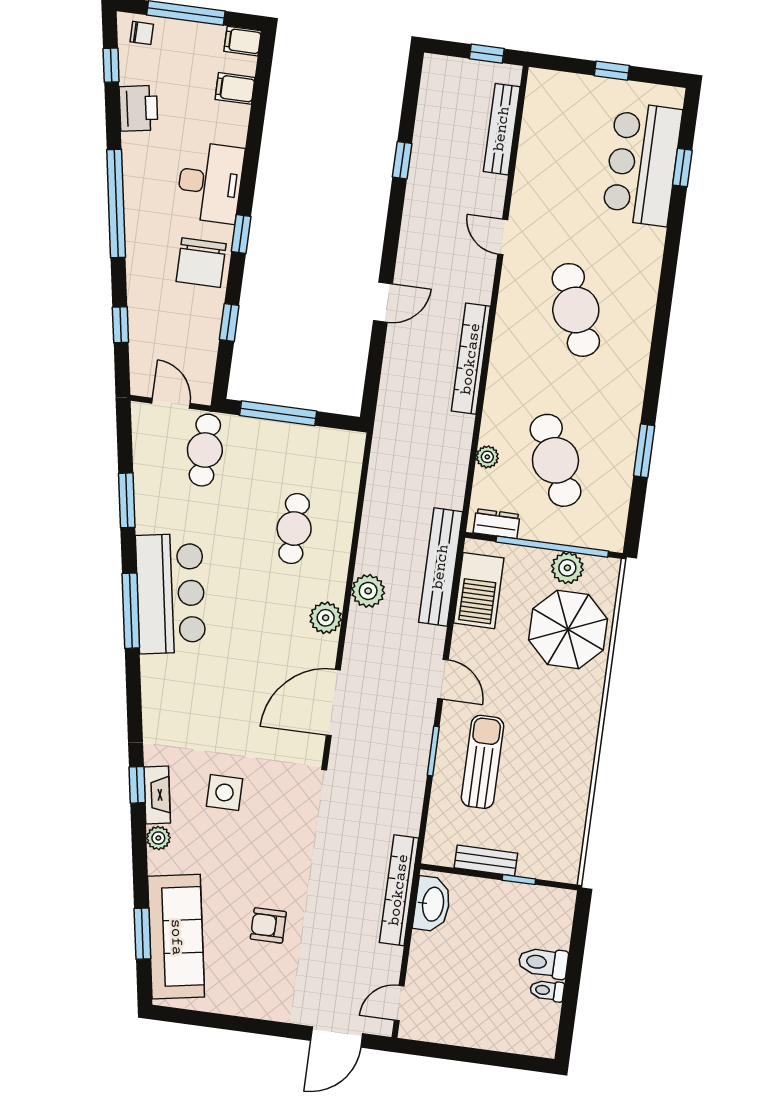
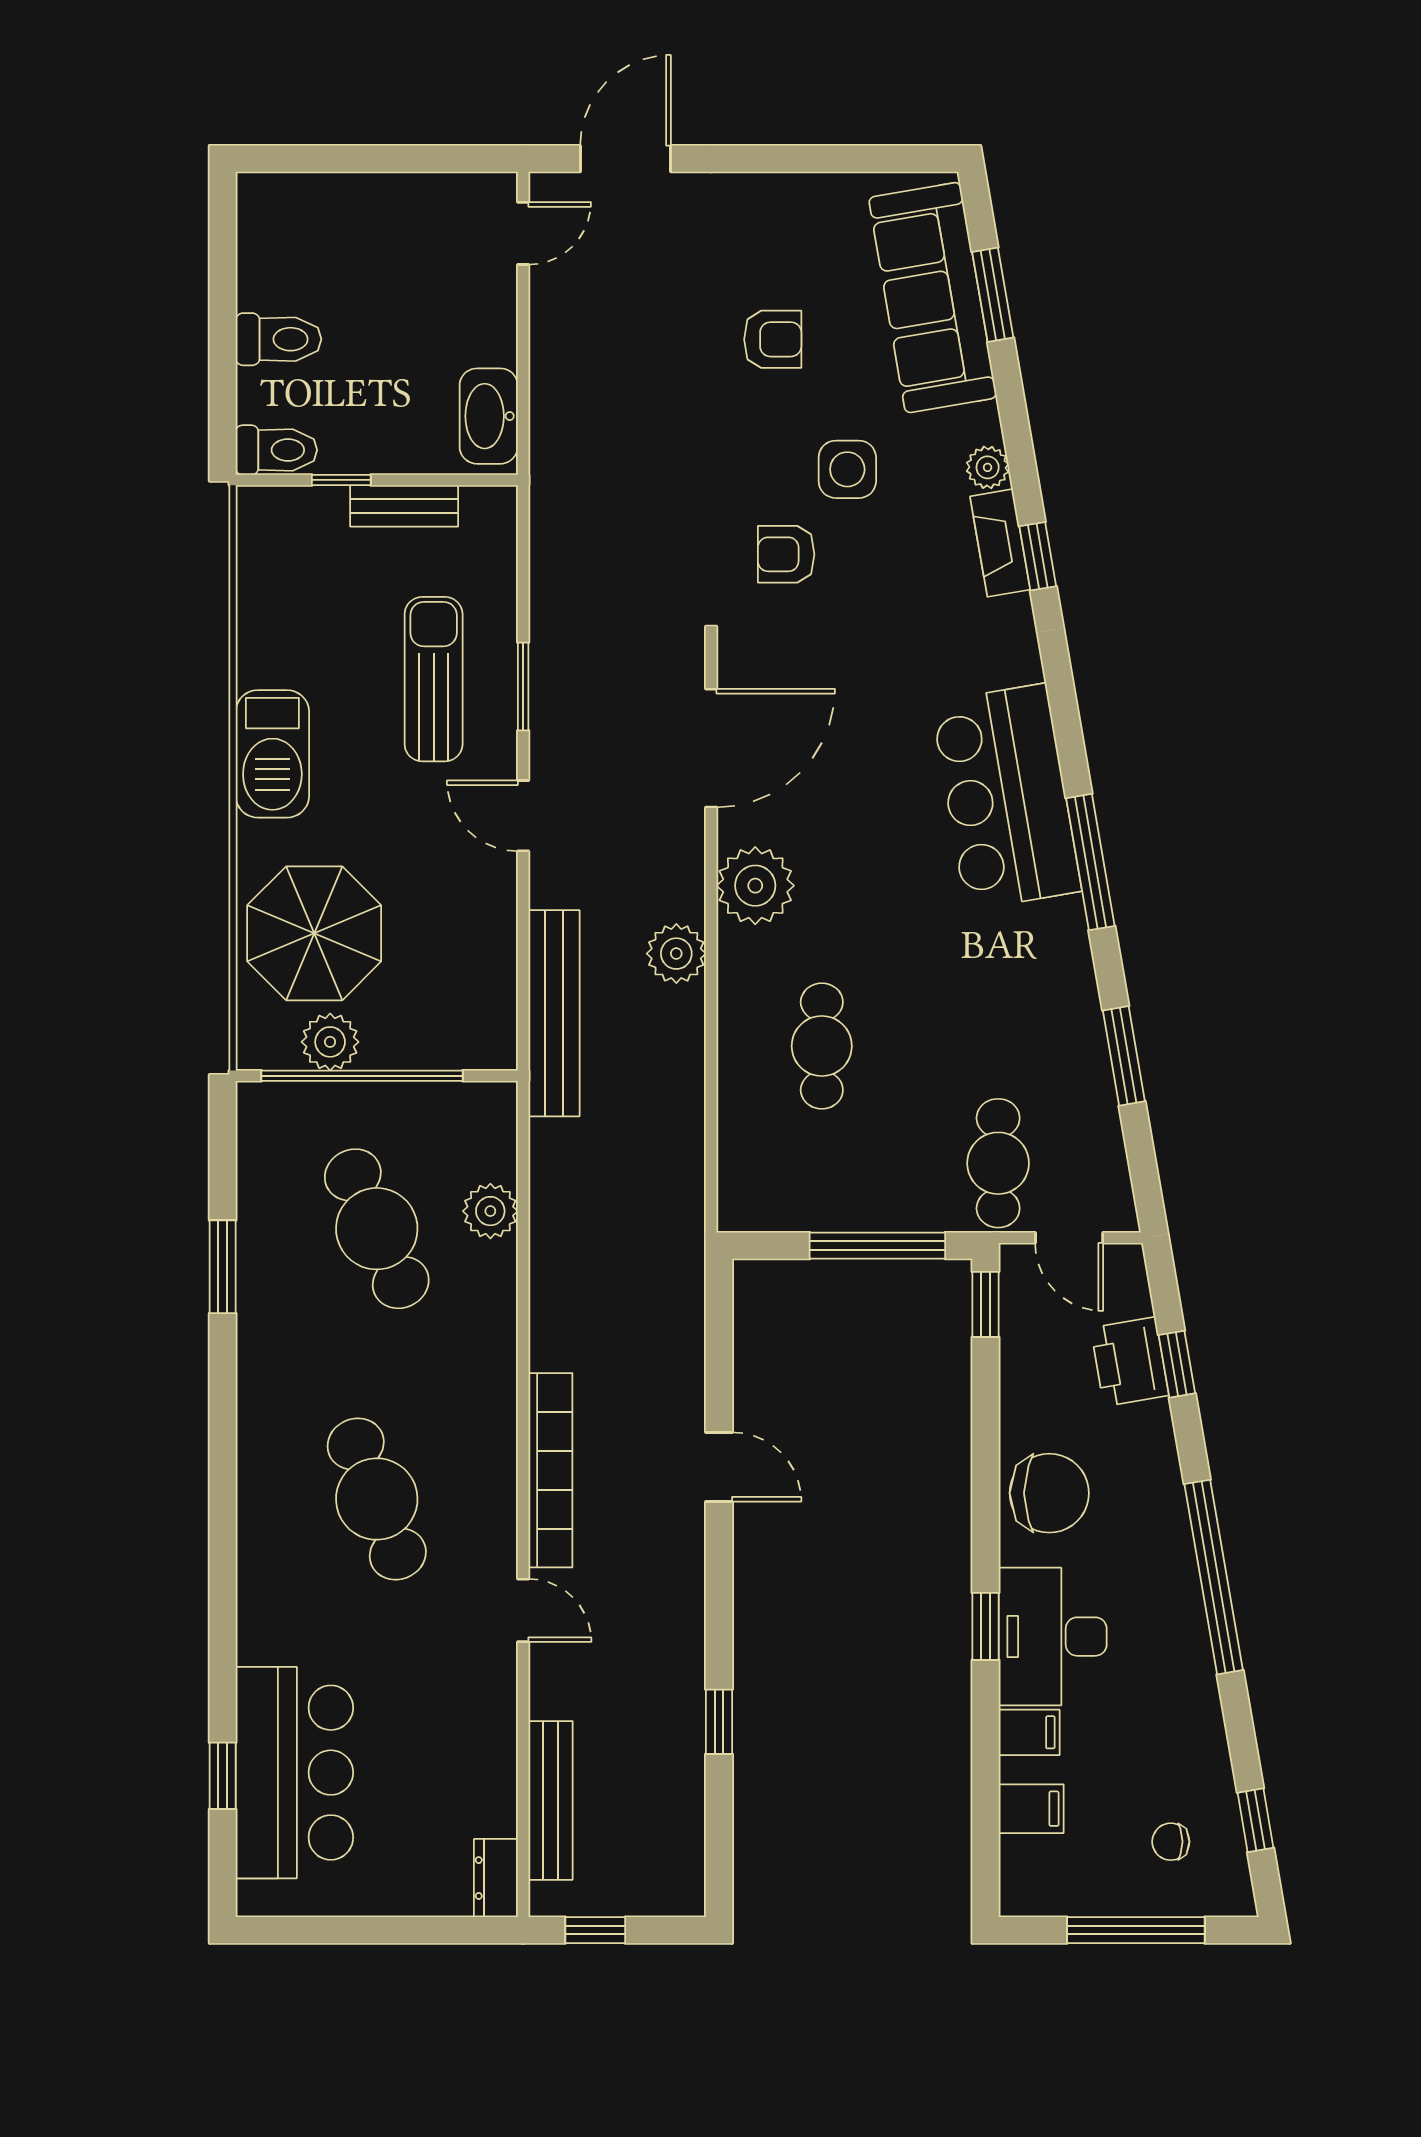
chair: (142, 33) -> (1171, 1842), moved
filing cabinet: (243, 41) -> (1029, 1732), moved
window: (612, 71) -> (370, 1930), removed
printer: (138, 108) -> (1130, 1362), moved
window: (241, 234) -> (986, 1626), moved
chair: (201, 263) -> (1049, 1493), turned 90
door: (383, 302) -> (719, 1467), swing flipped
window: (229, 323) -> (986, 1304), moved
bookcase: (471, 359) -> (550, 1470), moved
plant: (487, 457) -> (490, 1211), width x1.38, depth x1.38
dresser: (497, 524) -> (496, 1878), moved, turned 90
barbecue: (479, 591) -> (272, 754), moved, turned 180
bar counter: (171, 594) -> (1006, 797), moved
plant: (326, 618) -> (755, 886), width x1.36, depth x1.36
sun lounger: (482, 762) -> (434, 679), turned 180
side table: (224, 792) -> (847, 469), moved
armchair: (277, 805) -> (786, 554), added
bookcase: (399, 890) -> (550, 433), removed
toilet: (547, 991) -> (276, 450), moved, width x1.37, depth x1.39

